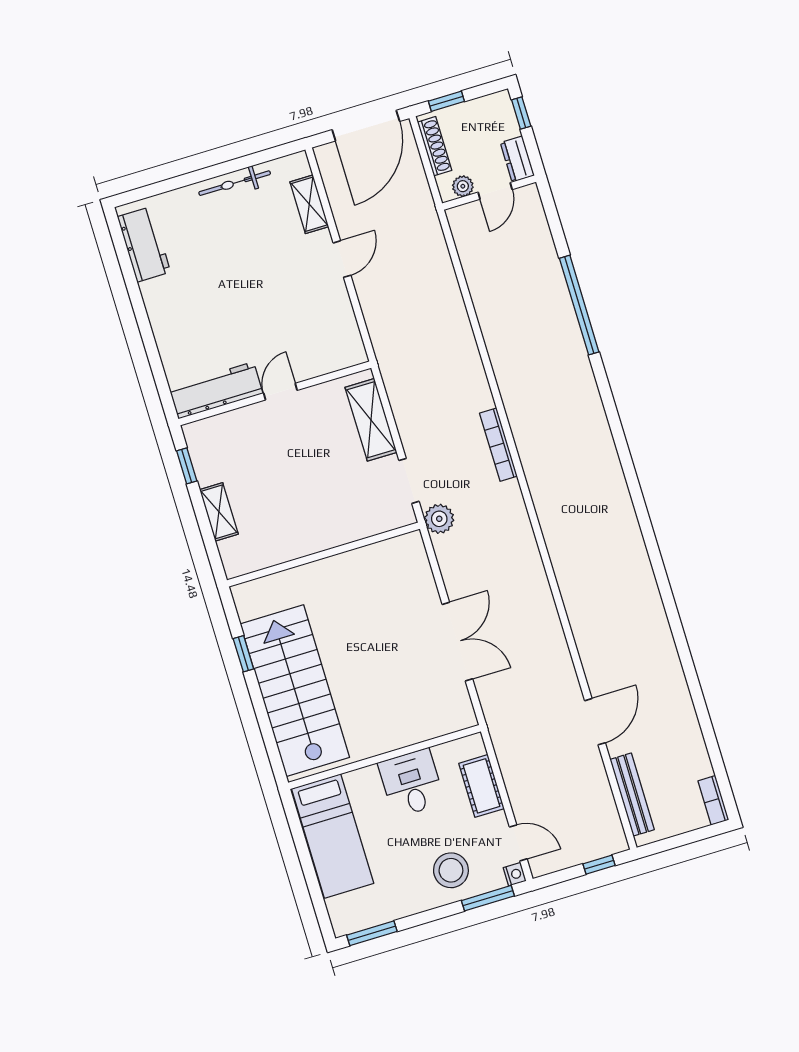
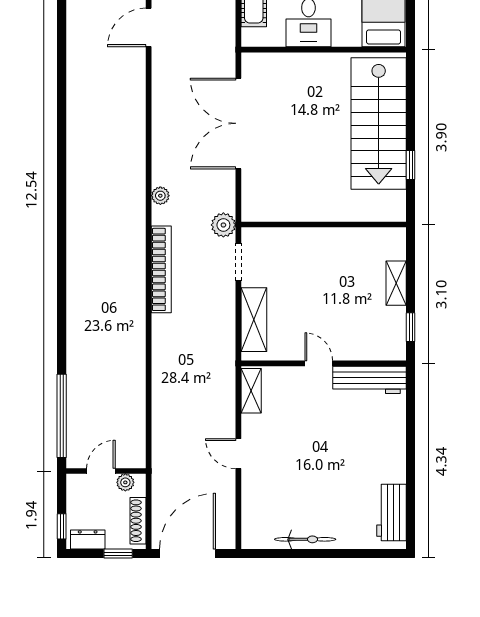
dresser: (517, 159) -> (88, 539), moved, turned -90
shelving: (309, 204) -> (251, 391), moved
door: (342, 259) -> (238, 454), hinge flipped
window: (579, 305) -> (62, 416), moved
door: (280, 392) -> (319, 363), swing flipped
bookcase: (498, 445) -> (161, 269), width x1.48, depth x1.31
plant: (523, 531) -> (160, 196), added
double door: (457, 642) -> (238, 123), width x1.36

